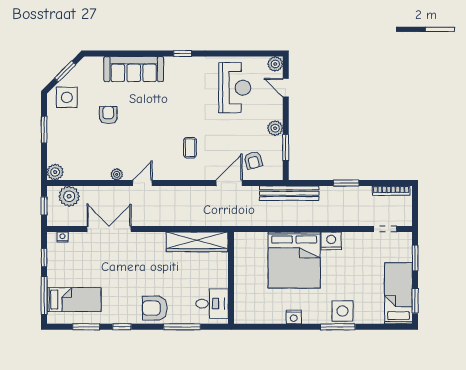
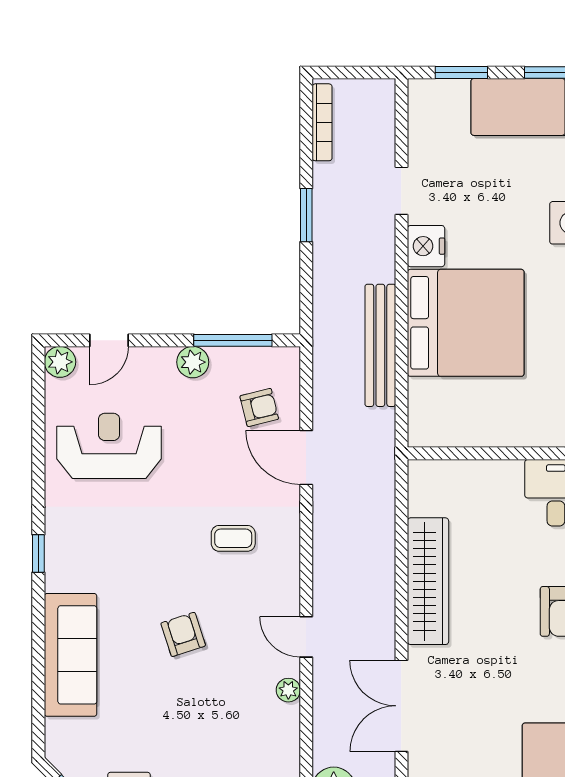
armchair: (108, 115) -> (183, 634), moved, turned 72
window: (286, 148) -> (233, 340), width x1.44
bench: (289, 193) -> (380, 345), moved
doorway: (385, 229) -> (401, 191), moved
wardrobe: (197, 242) -> (428, 581), moved

